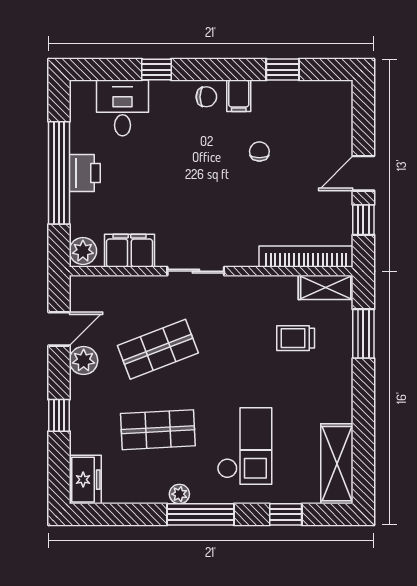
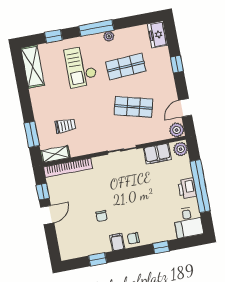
desk: (123, 108) -> (188, 222), moved
shop shelf: (158, 349) -> (134, 107), turned 36
plant: (84, 361) -> (177, 130), moved

